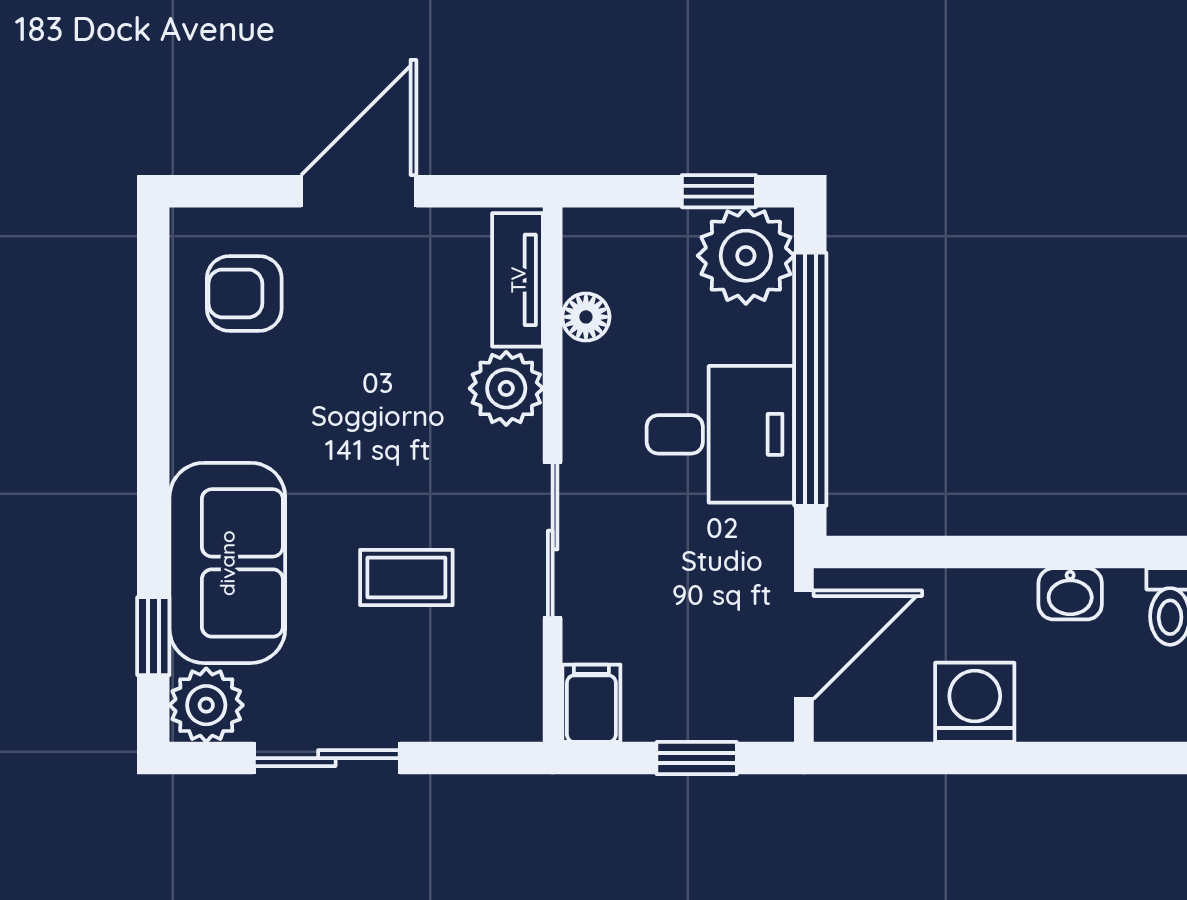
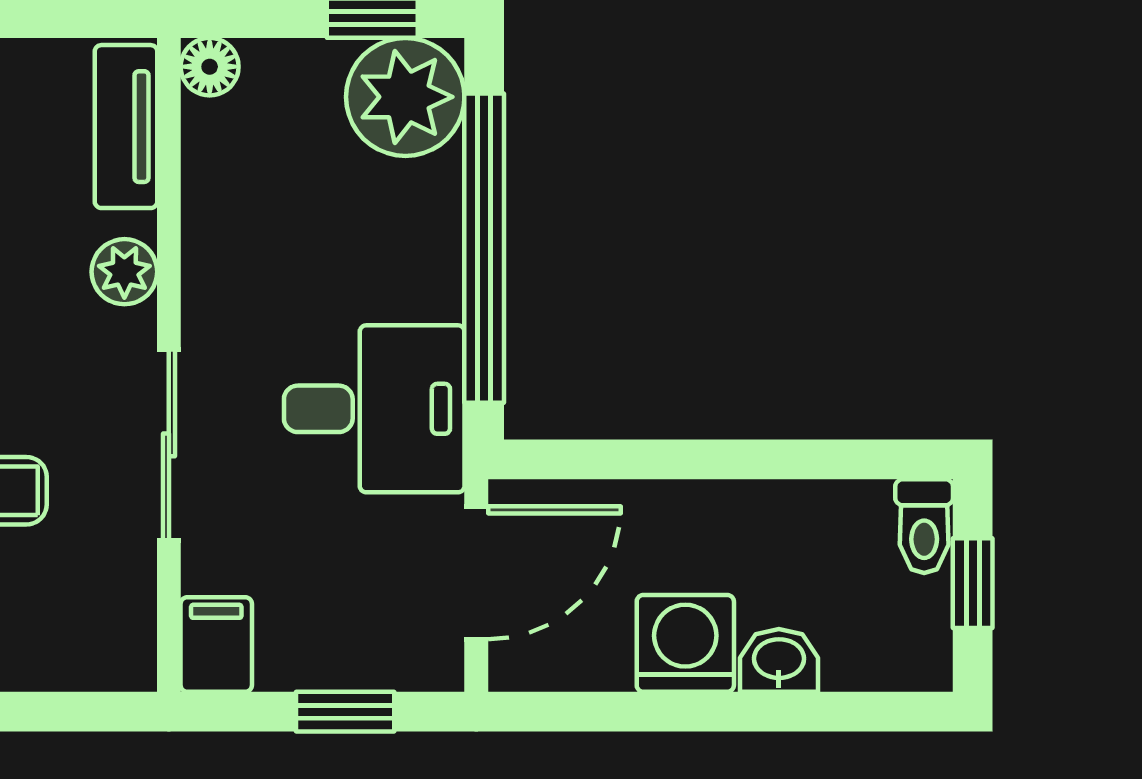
floor lamp: (586, 317) -> (210, 67), moved
plant: (506, 388) -> (124, 272), width x0.73, depth x0.73
desk: (720, 434) -> (374, 409), moved
washbasin: (1070, 594) -> (779, 660), moved, turned 180

